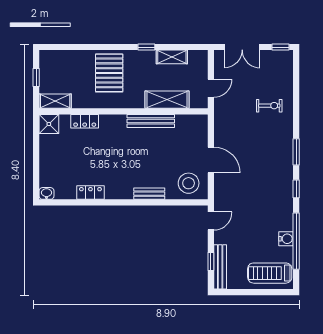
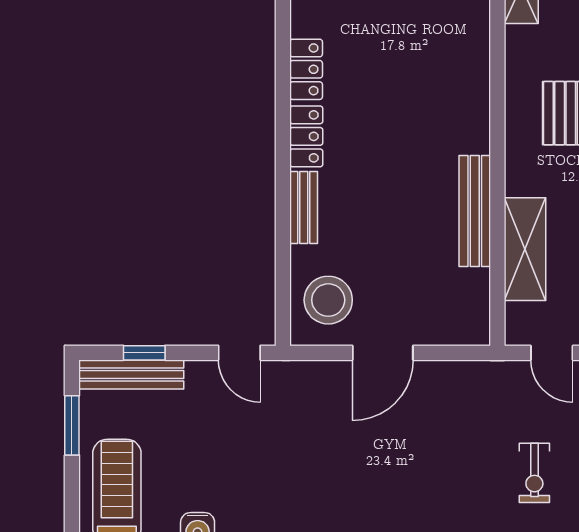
exercise bike: (269, 106) -> (534, 473), moved
locker: (85, 121) -> (306, 136), moved, turned 180
window: (242, 292) -> (72, 425), added

